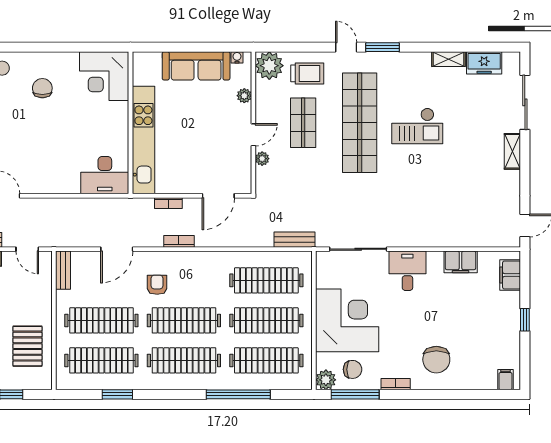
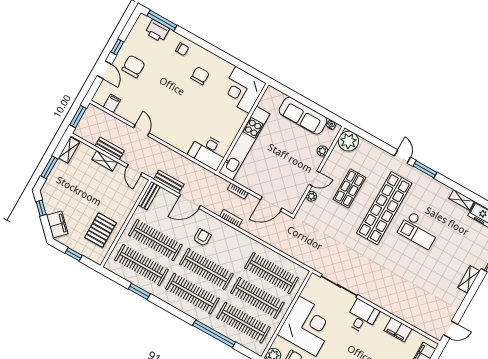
trolley: (307, 73) -> (369, 159), removed
bench: (294, 240) -> (169, 182), moved

